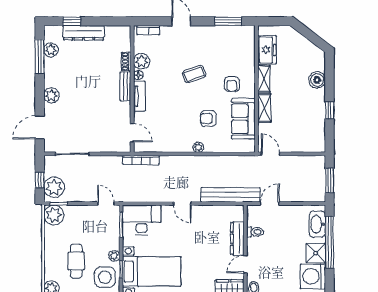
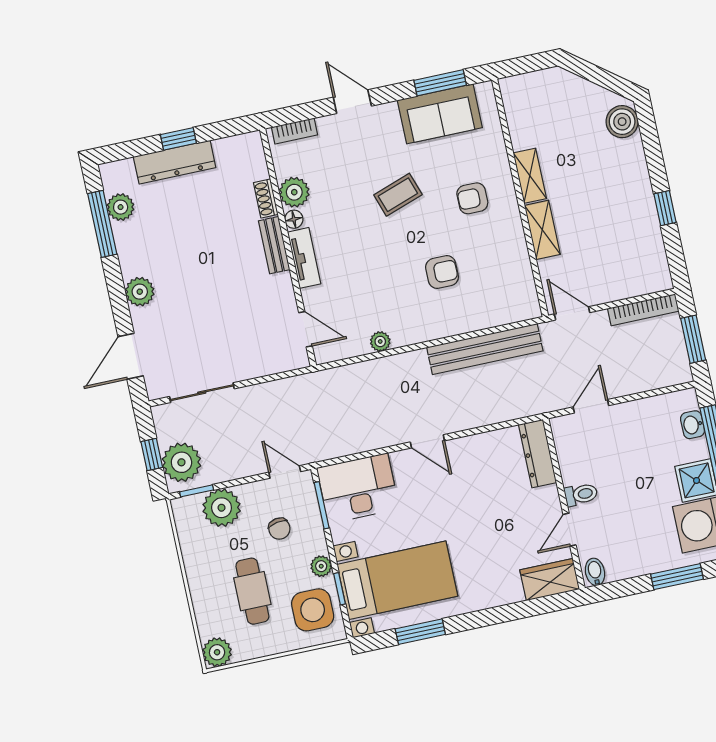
window: (72, 21) -> (178, 139), moved
freezer: (267, 50) -> (524, 120), removed
boiler: (317, 80) -> (622, 122), moved
armchair: (232, 84) -> (472, 198), turned 90
armchair: (208, 118) -> (442, 272), turned 180
sofa: (243, 119) -> (440, 114), moved, turned -90
plant: (198, 147) -> (380, 341), moved
bookcase: (141, 160) -> (643, 310), moved
bench: (231, 195) -> (485, 349), moved
plant: (54, 215) -> (222, 508), moved
washbasin: (317, 224) -> (693, 425), width x0.52, depth x0.69
chair: (97, 232) -> (279, 529), added
toilet: (255, 232) -> (581, 494), moved
dresser: (237, 239) -> (538, 454), moved

